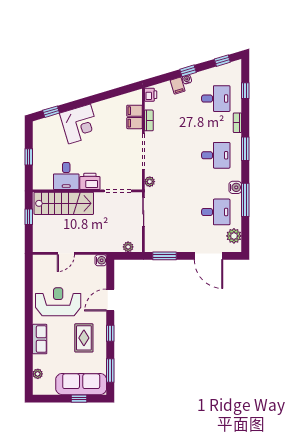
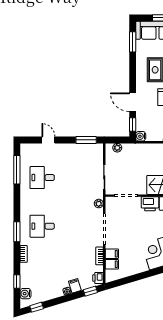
window: (188, 71) -> (90, 291), moved
desk: (216, 99) -> (42, 275), removed
water cooler: (235, 187) -> (26, 294), moved
window: (245, 200) -> (17, 170), moved
plant: (234, 236) -> (27, 157), removed
door: (209, 256) -> (48, 140), width x0.53
door: (110, 300) -> (133, 102), swing flipped
window: (110, 333) -> (133, 125), moved

